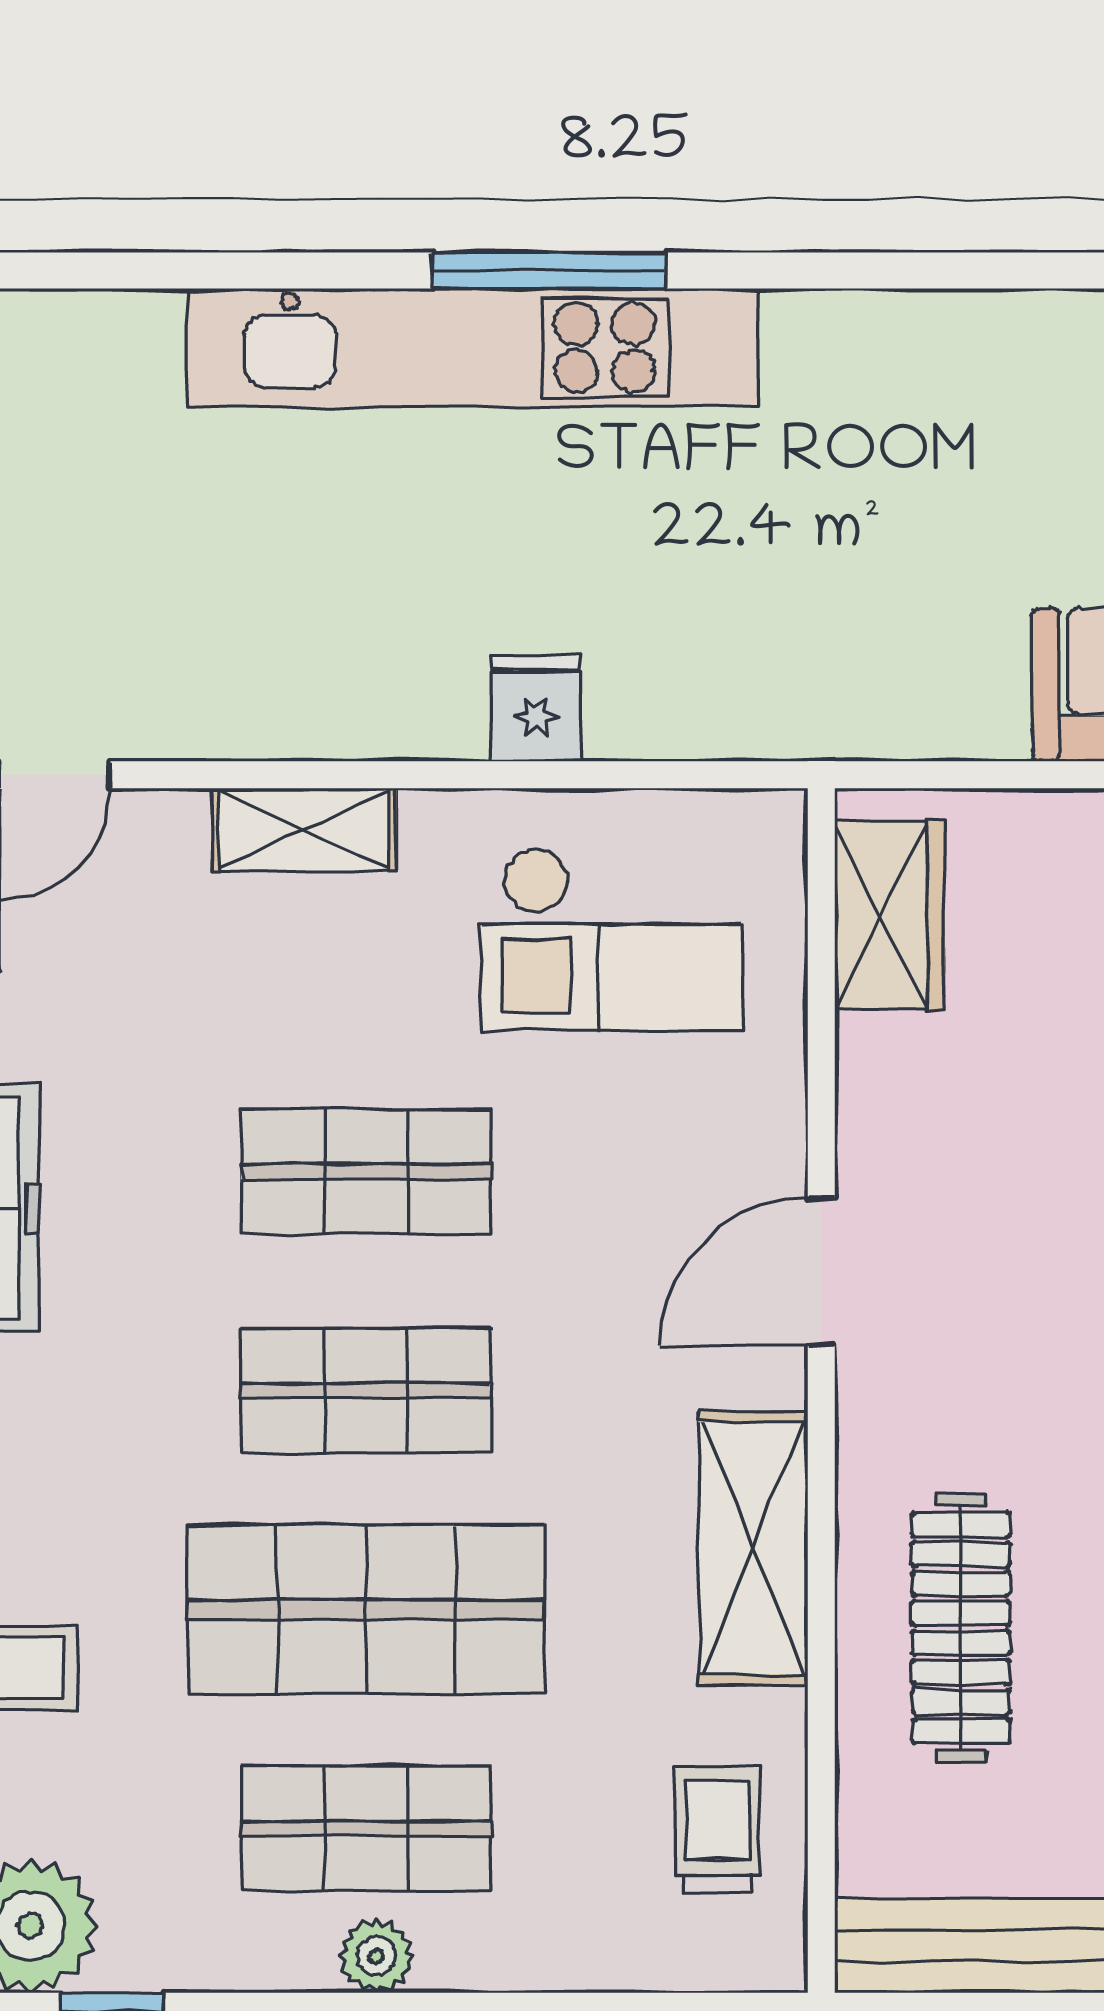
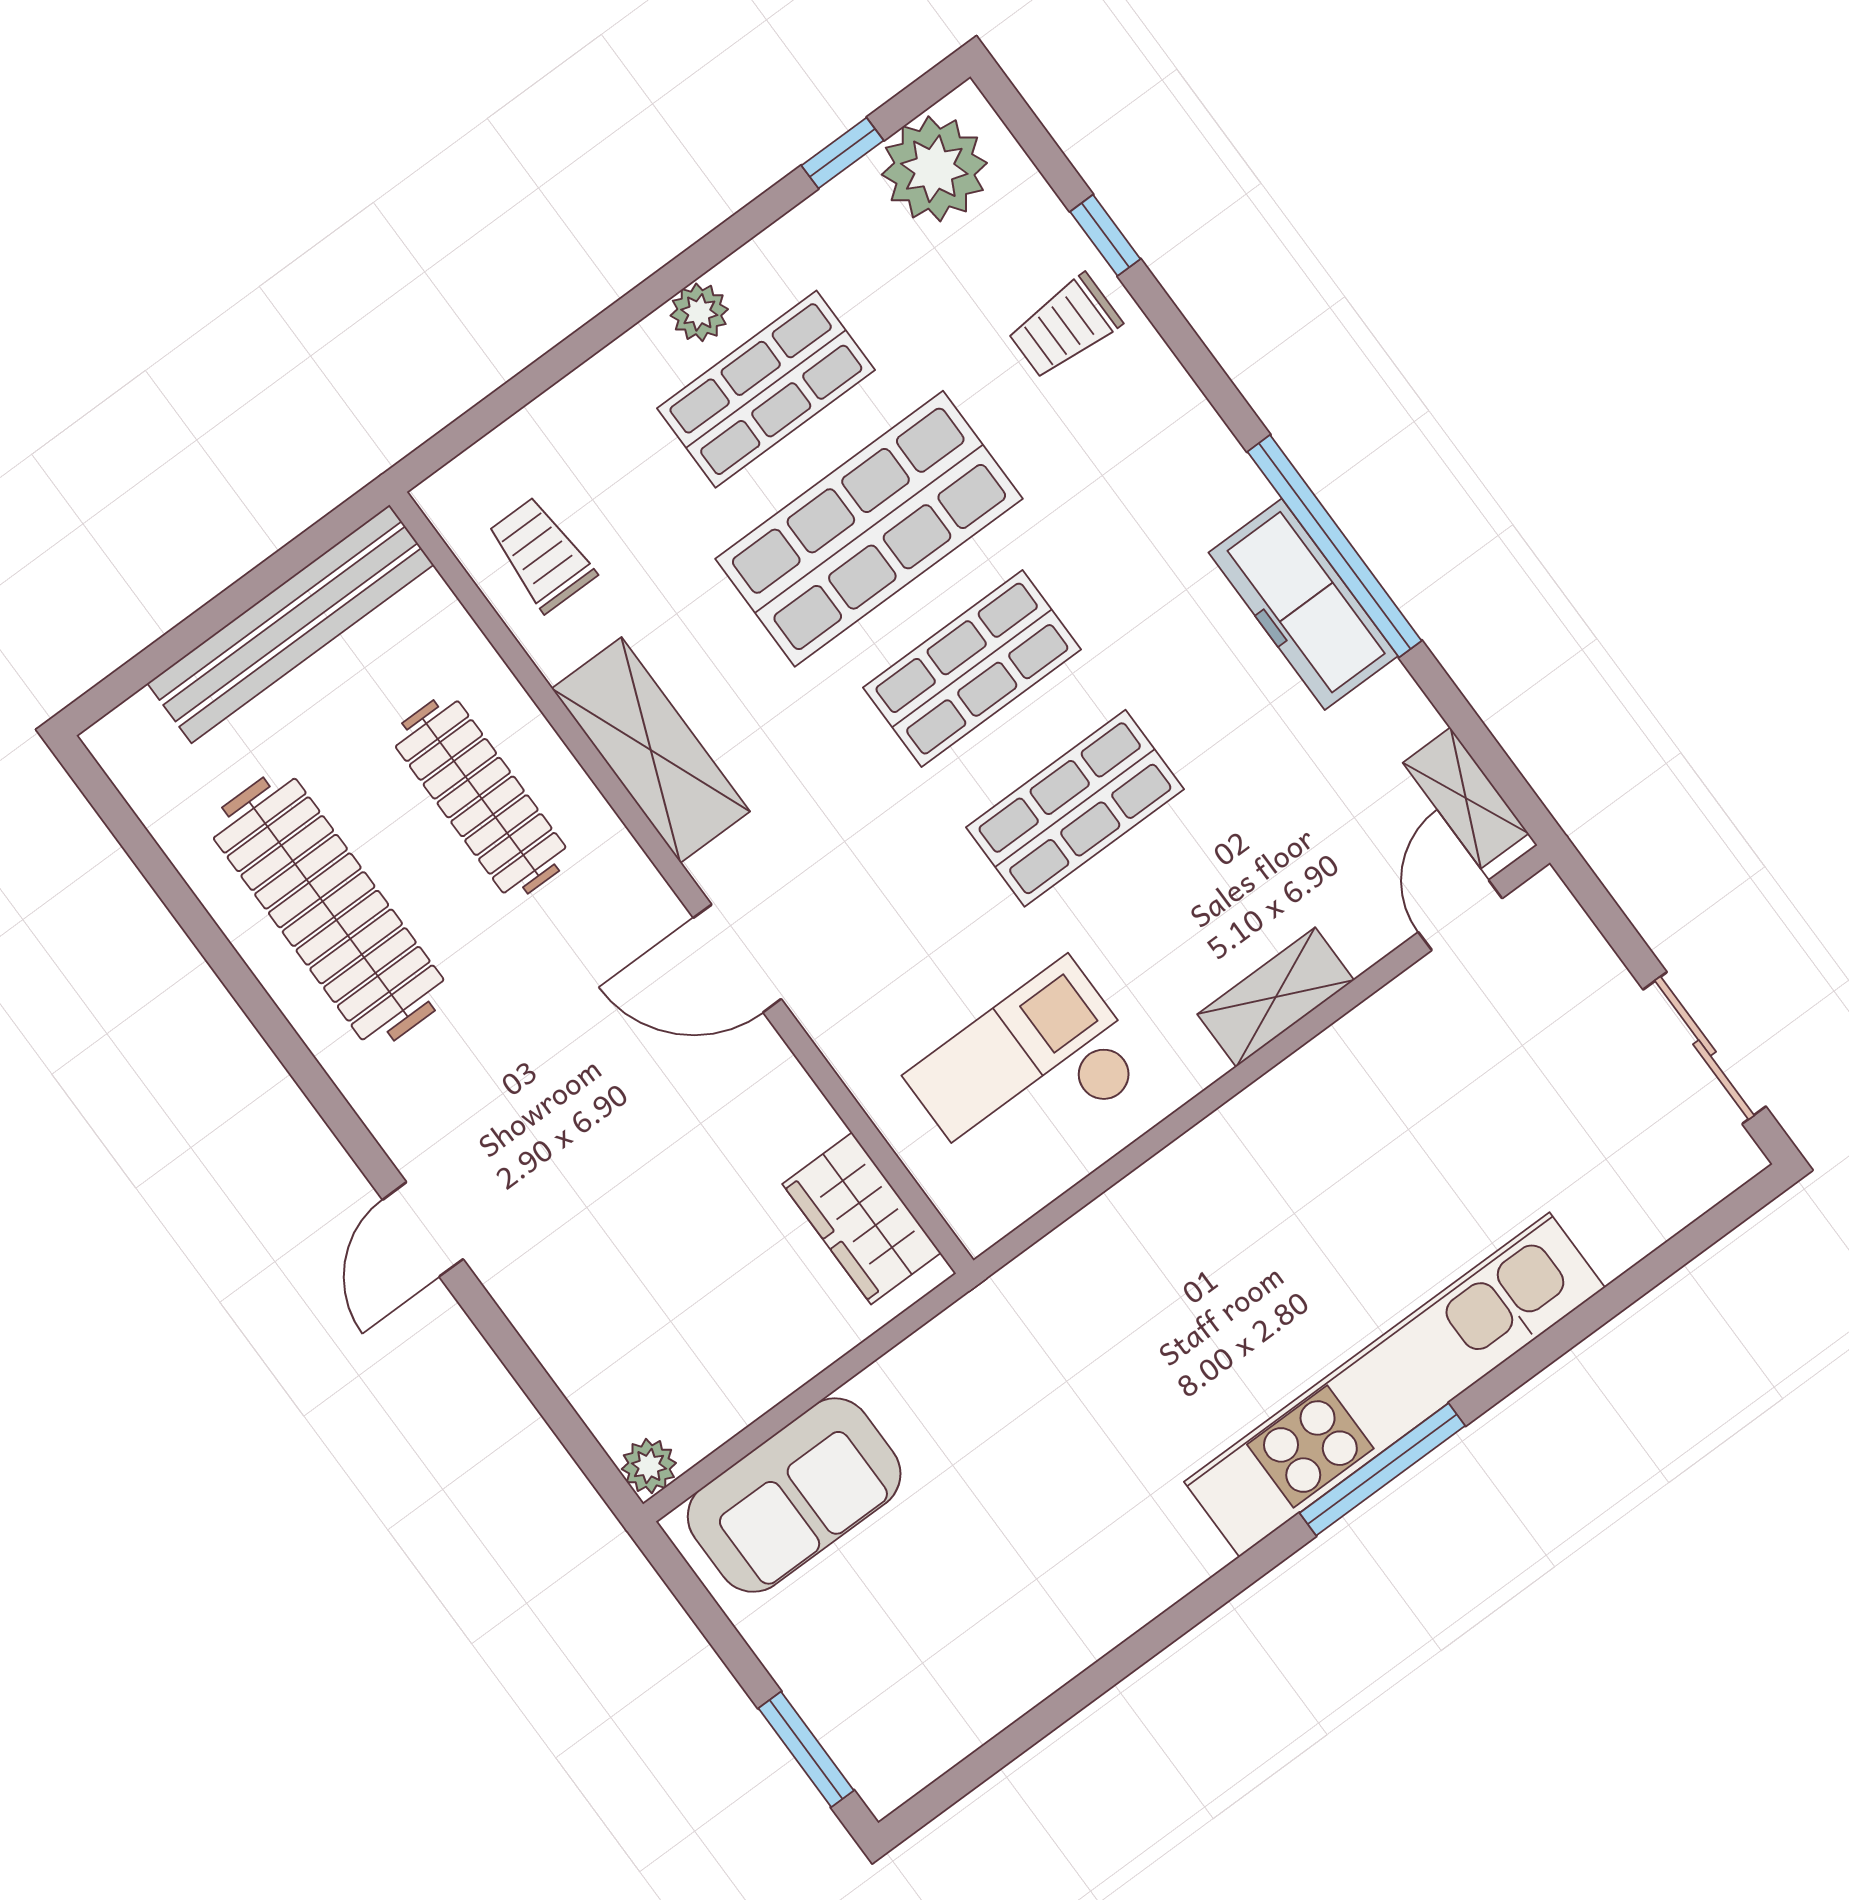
fridge: (536, 708) -> (1184, 1184), removed
door: (821, 1272) -> (737, 958), swing flipped
trolley: (718, 1829) -> (541, 554), turned 180

